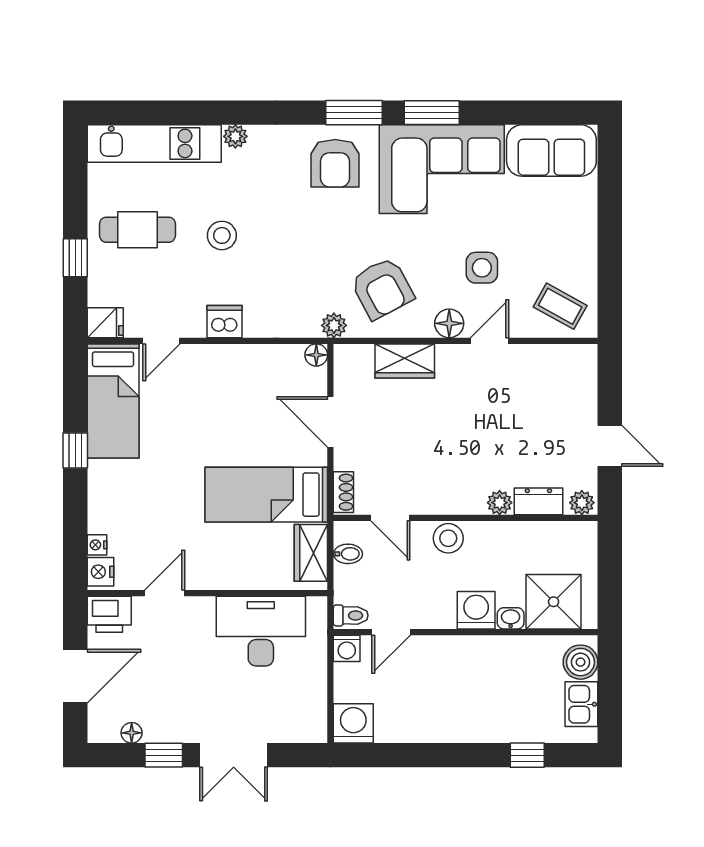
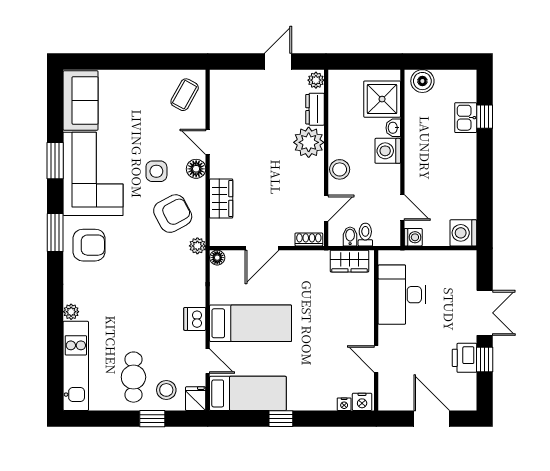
window: (432, 113) -> (55, 161), moved
stool: (222, 235) -> (166, 390), moved
side table: (482, 268) -> (156, 171), moved
bed: (266, 495) -> (251, 323), moved, turned -90
plant: (500, 503) -> (309, 142), width x1.88, depth x1.88
printer: (109, 614) -> (464, 358), moved, turned 180
toilet: (351, 615) -> (365, 235), moved
kitchen sink: (581, 704) -> (466, 118), moved, turned 90
floor lamp: (132, 733) -> (470, 381), removed

